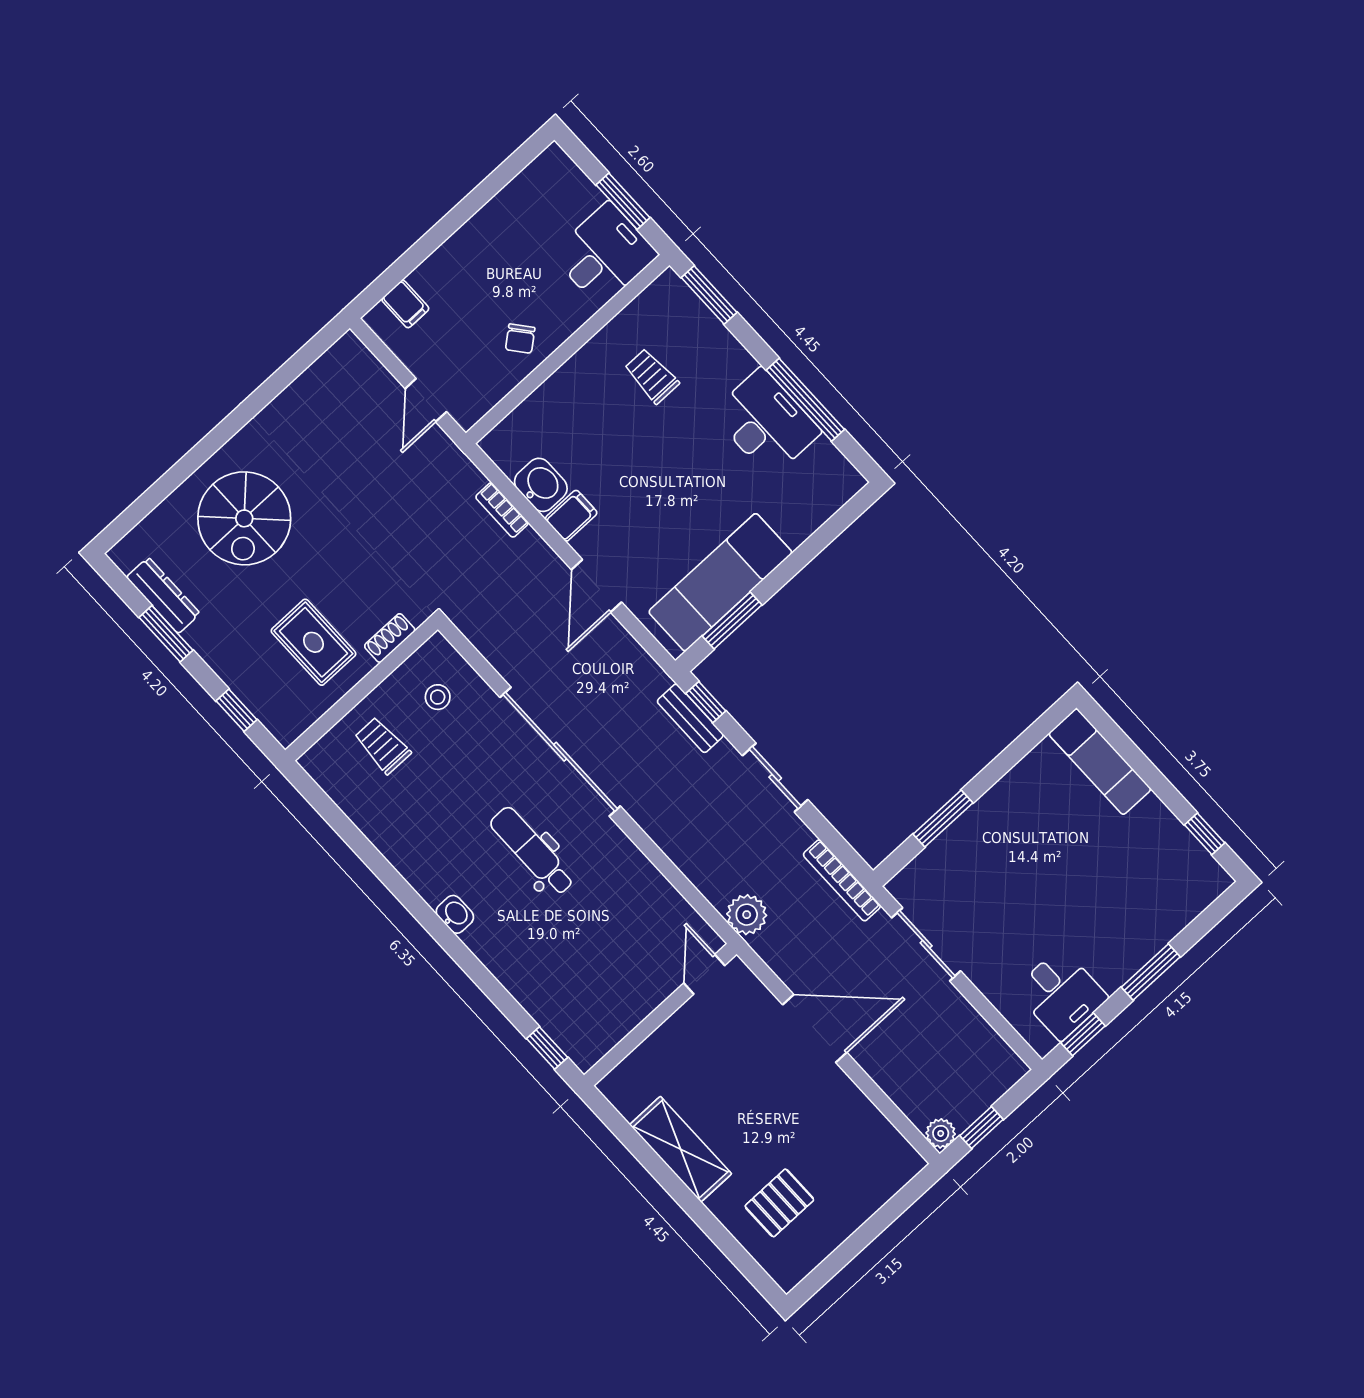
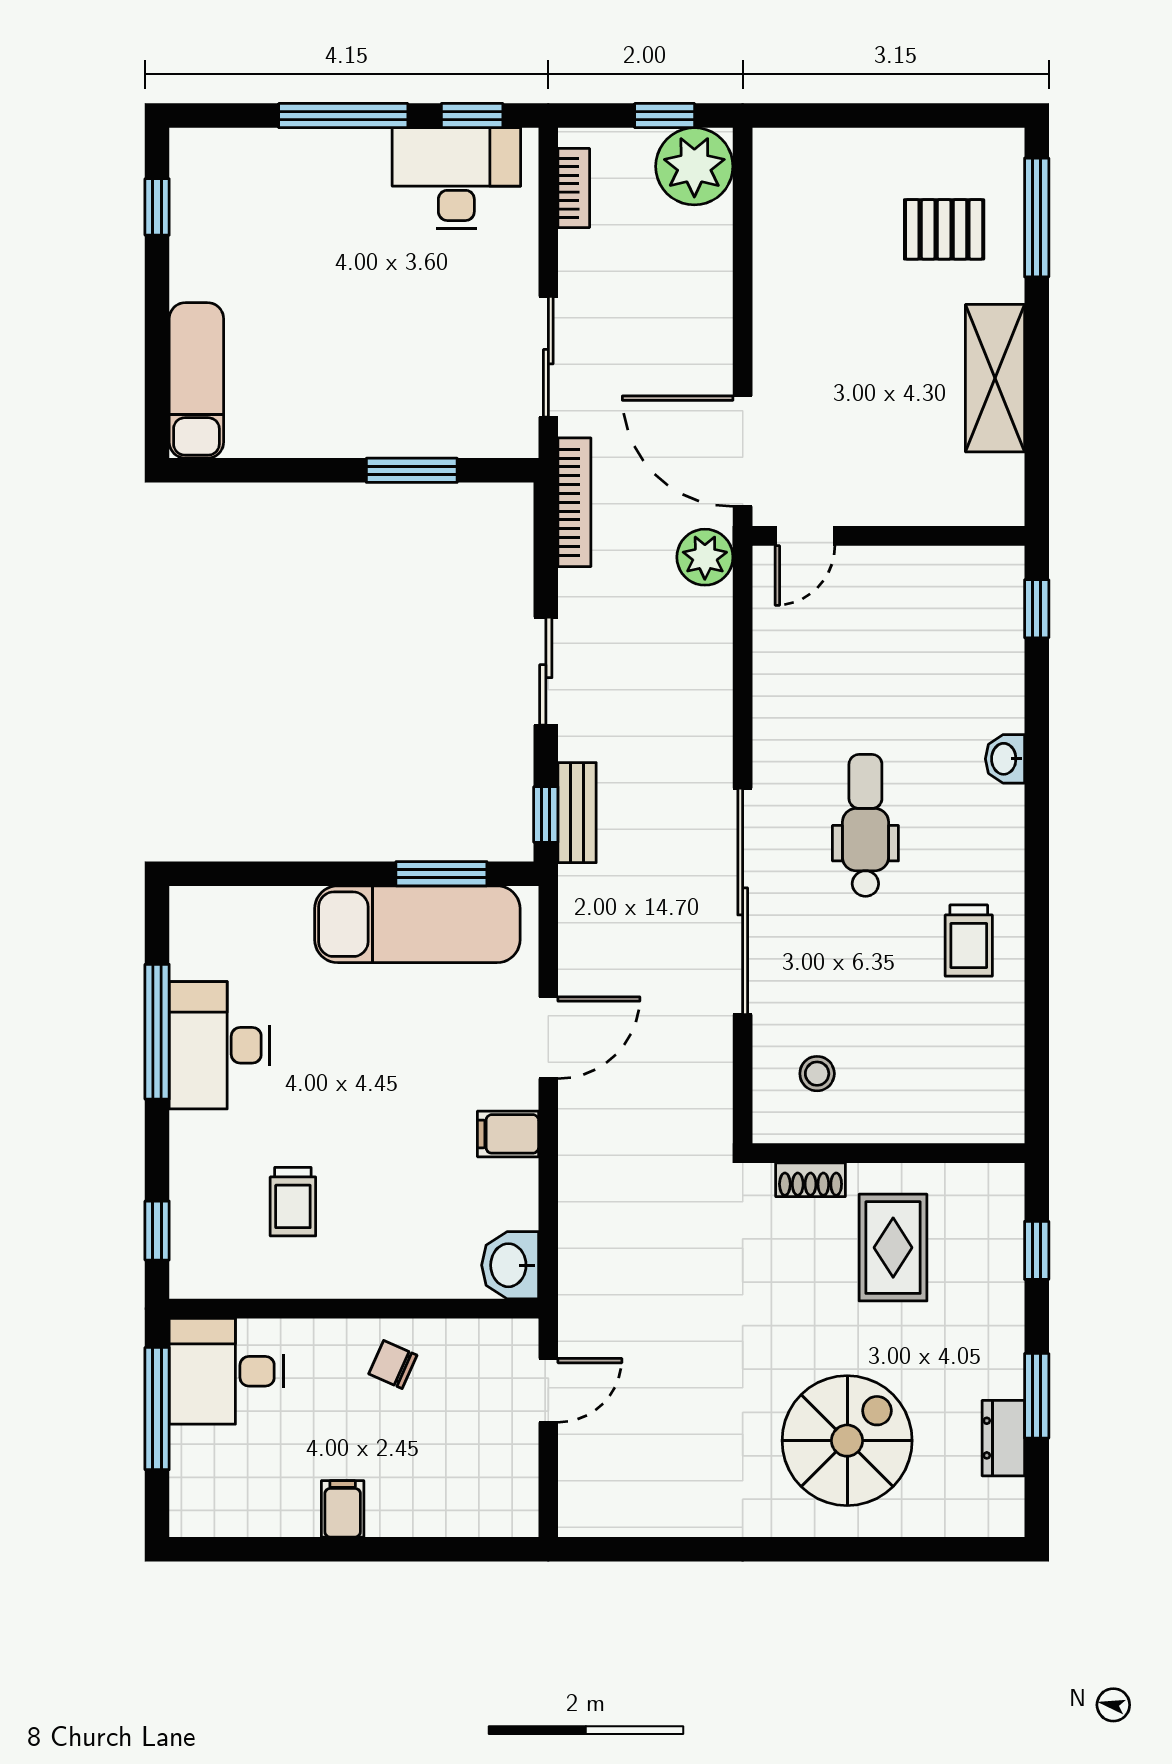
window: (623, 201) -> (157, 1409), width x1.44
window: (709, 295) -> (157, 1231), width x0.67
filing cabinet: (405, 304) -> (343, 1509), moved
chair: (520, 339) -> (393, 1364), turned -117
washbasin: (541, 485) -> (510, 1265), moved
bookcase: (502, 510) -> (574, 188), moved
dresser: (163, 595) -> (1003, 1438), width x0.70
trolley: (382, 745) -> (969, 941), moved
dental chair: (532, 851) -> (865, 825), turned 180
washbasin: (455, 914) -> (1005, 759), moved
window: (1151, 972) -> (343, 116), width x1.44
desk: (1061, 994) -> (456, 178), width x1.37
door: (815, 1028) -> (743, 451), moved
plant: (941, 1133) -> (694, 166), width x1.87, depth x1.87
window: (736, 1254) -> (1037, 218), added

